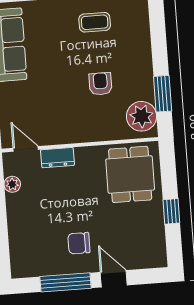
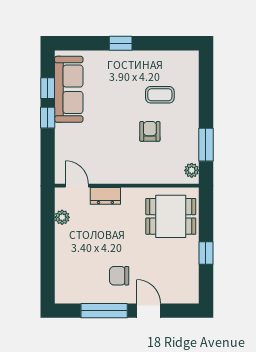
coffee table: (95, 22) -> (160, 95), moved
plant: (142, 116) -> (192, 170), width x0.53, depth x0.53
dining table: (130, 174) -> (171, 216), turned 90

